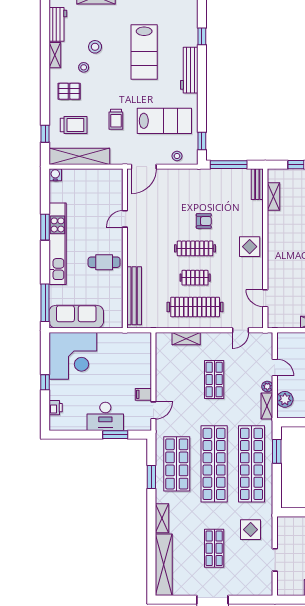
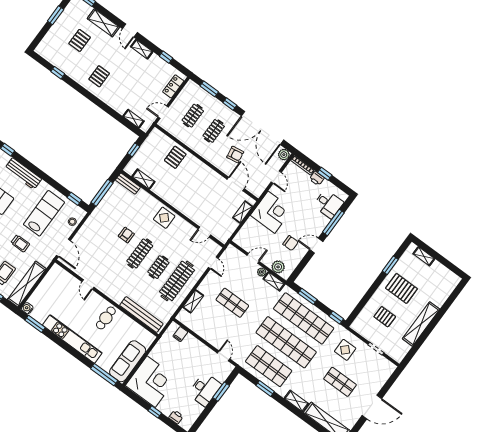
window: (45, 227) -> (35, 324), moved
filing cabinet: (143, 394) -> (180, 334), moved
window: (277, 496) -> (336, 317), added

